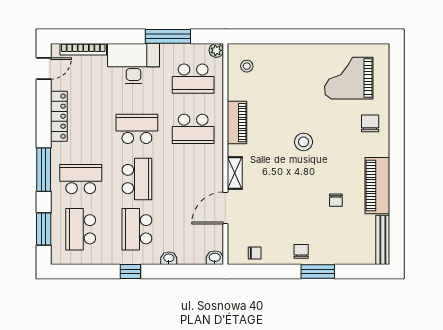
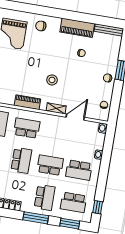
school desk: (137, 129) -> (21, 160), turned 180
school desk: (193, 129) -> (27, 128), turned -90
stool: (303, 142) -> (52, 80), moved
school desk: (81, 179) -> (45, 197), turned 180
door: (225, 208) -> (75, 117), swing flipped
window: (130, 272) -> (98, 207), moved

